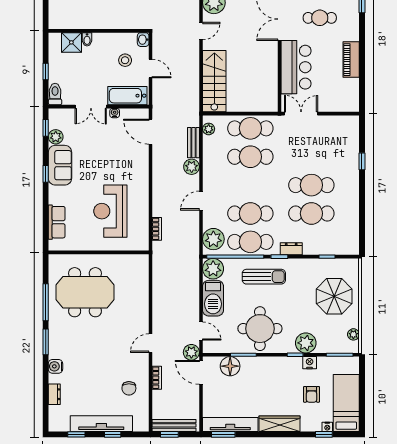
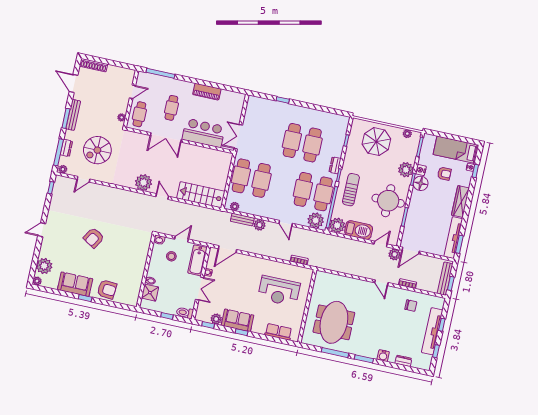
floor lamp: (230, 366) -> (421, 183), moved

